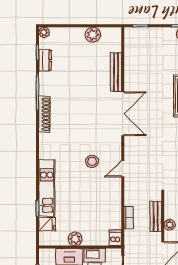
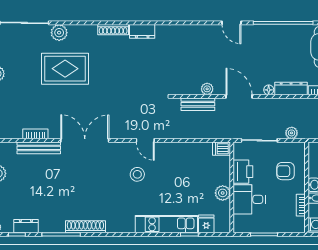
bookcase: (129, 218) -> (35, 134), moved

